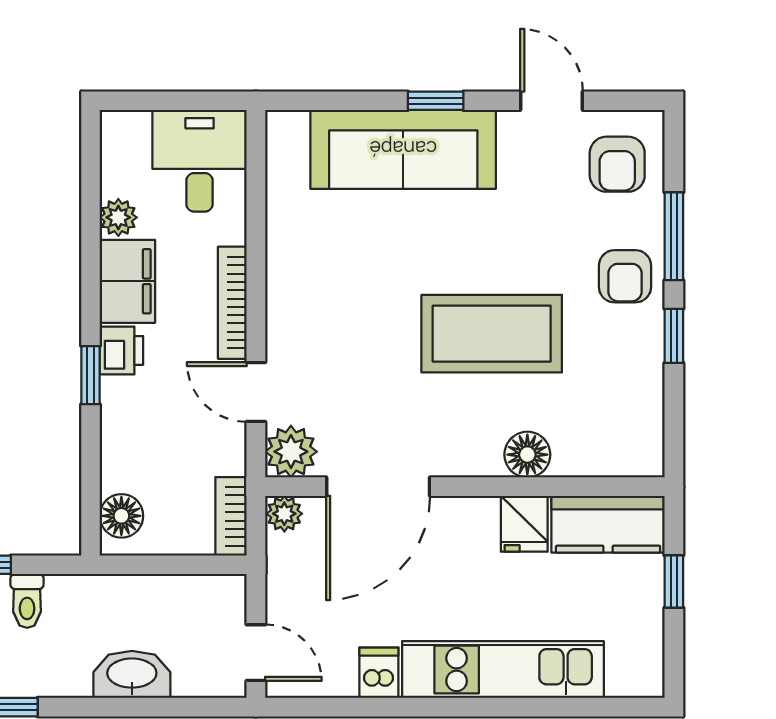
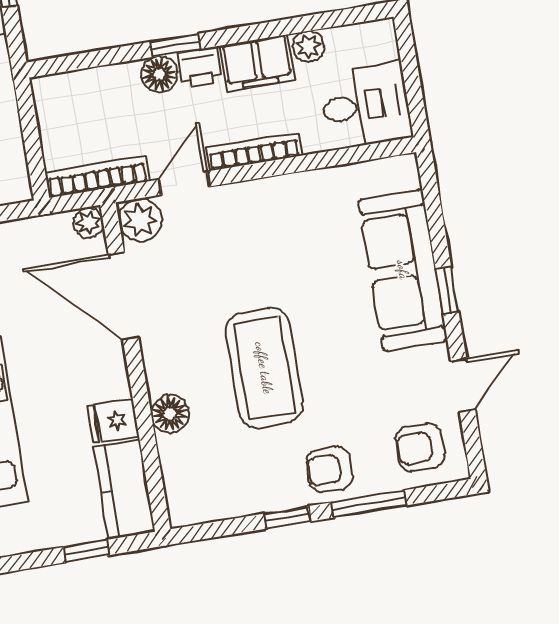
floor lamp: (121, 516) -> (159, 74), moved
bookcase: (231, 516) -> (97, 177), width x1.56

